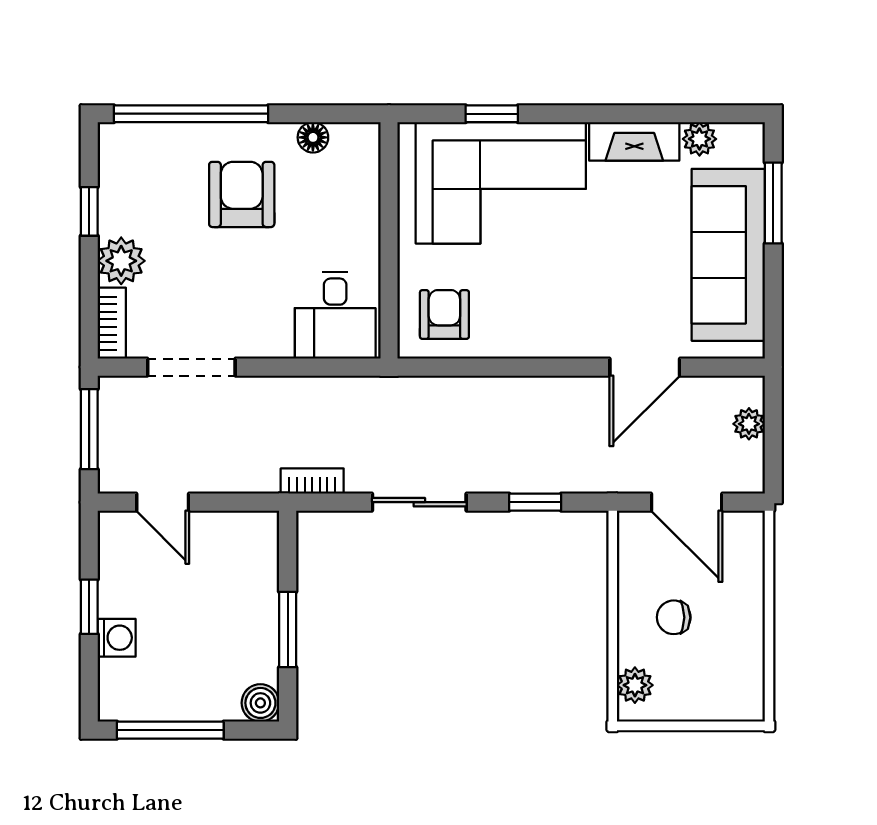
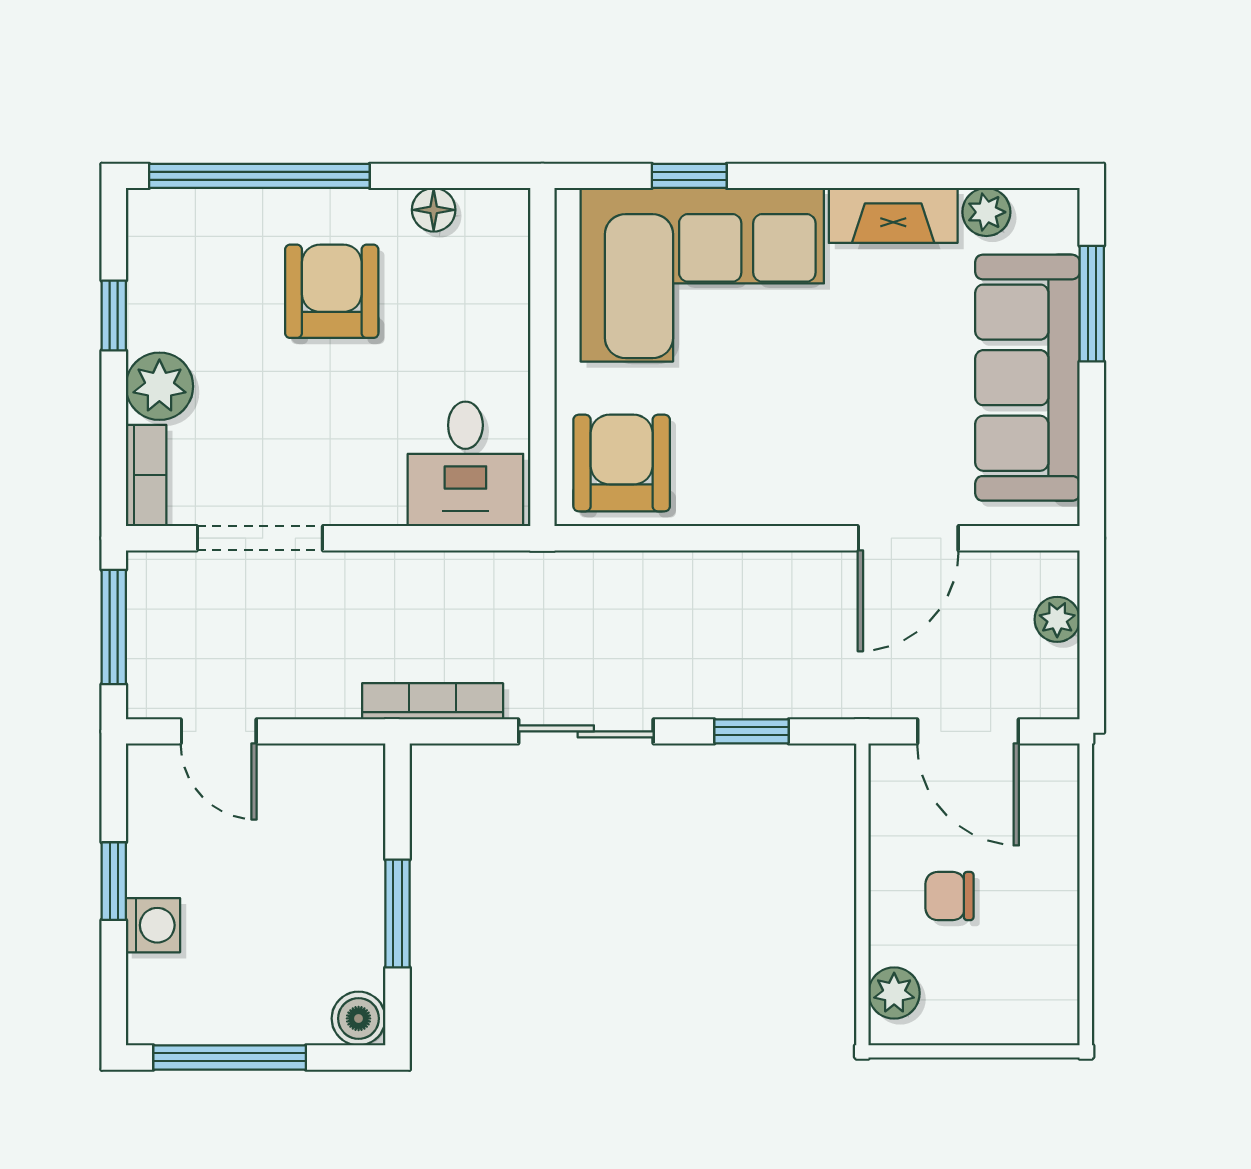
armchair: (444, 314) -> (622, 463), width x1.38, depth x1.38
bookcase: (312, 481) -> (433, 701), width x1.56

